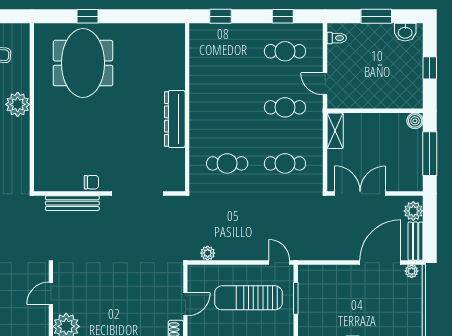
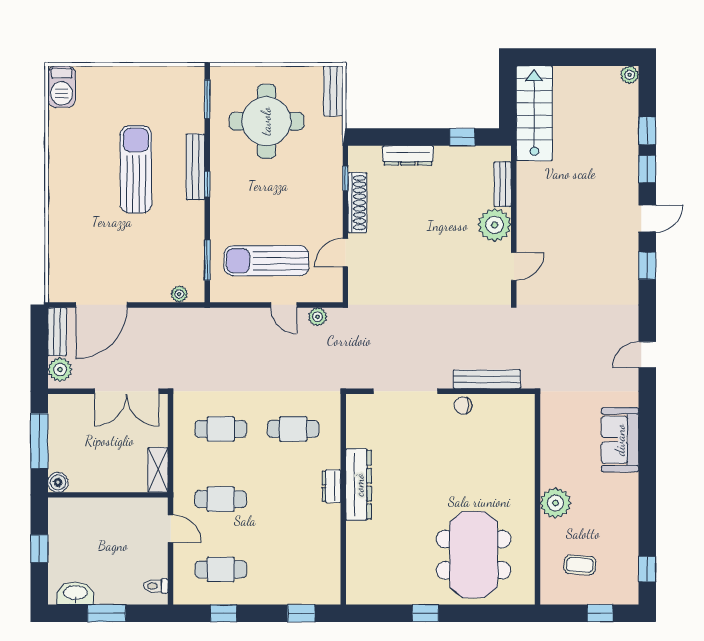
window: (88, 16) -> (425, 613), moved
washbasin: (405, 32) -> (75, 593), width x1.38
dresser: (197, 118) -> (331, 486), added
door: (279, 263) -> (284, 305), moved
plant: (412, 271) -> (179, 294), moved
sun lounger: (248, 298) -> (266, 261), turned 180

